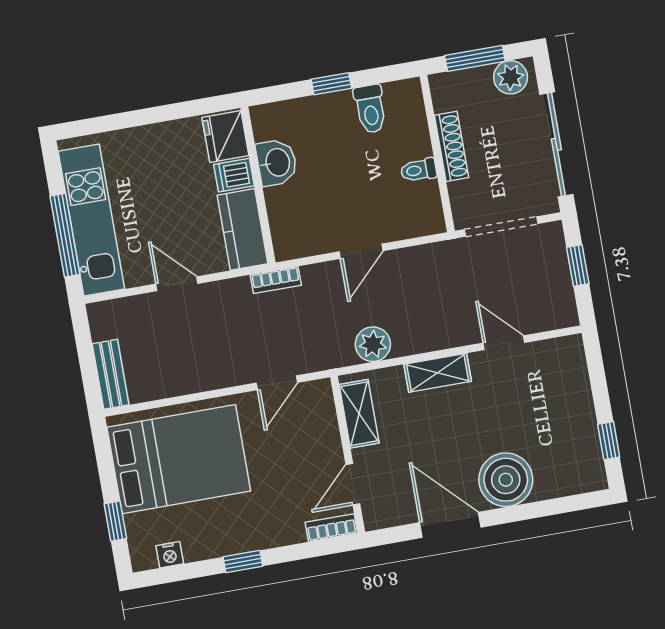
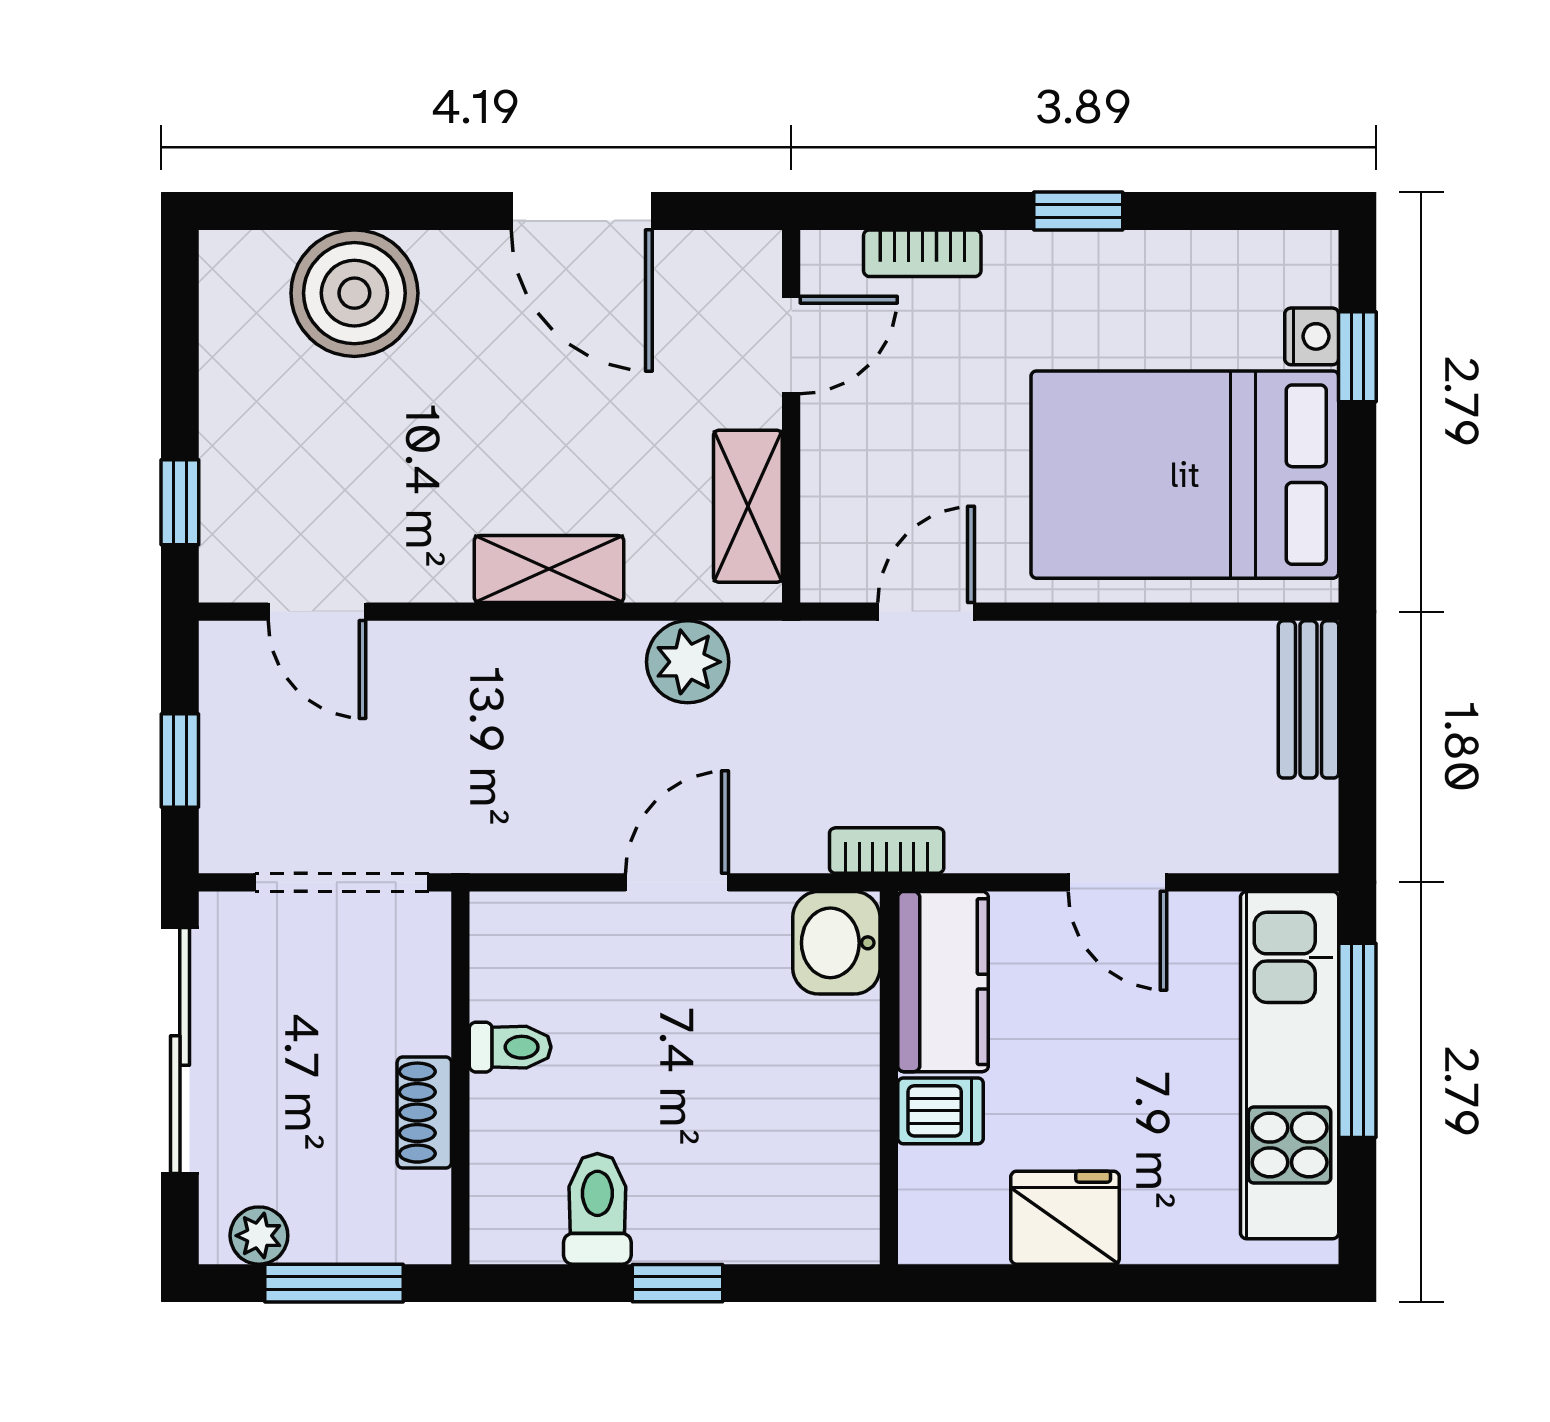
plant: (511, 77) -> (259, 1236), width x0.73, depth x0.73
fridge: (225, 136) -> (1065, 1218), moved, turned -90
shoe rack: (451, 146) -> (424, 1113), width x0.70
washbasin: (277, 163) -> (836, 943), moved
door: (504, 343) -> (317, 612), moved
window: (609, 441) -> (180, 502), moved
boiler: (506, 480) -> (354, 293), moved
bookcase: (331, 528) -> (922, 253), moved
nightstand: (170, 555) -> (1312, 336), moved, turned 90

